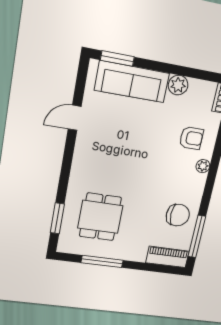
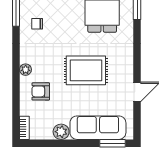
rug: (133, 154) -> (86, 70), added
chair: (178, 215) -> (37, 24), width x0.54, depth x0.54

